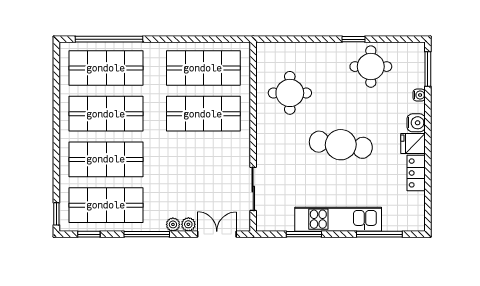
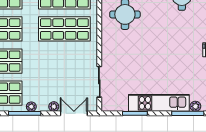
cafe table: (341, 145) -> (161, 51), removed
plant: (173, 224) -> (31, 107), moved
plant: (390, 224) -> (195, 106), added

